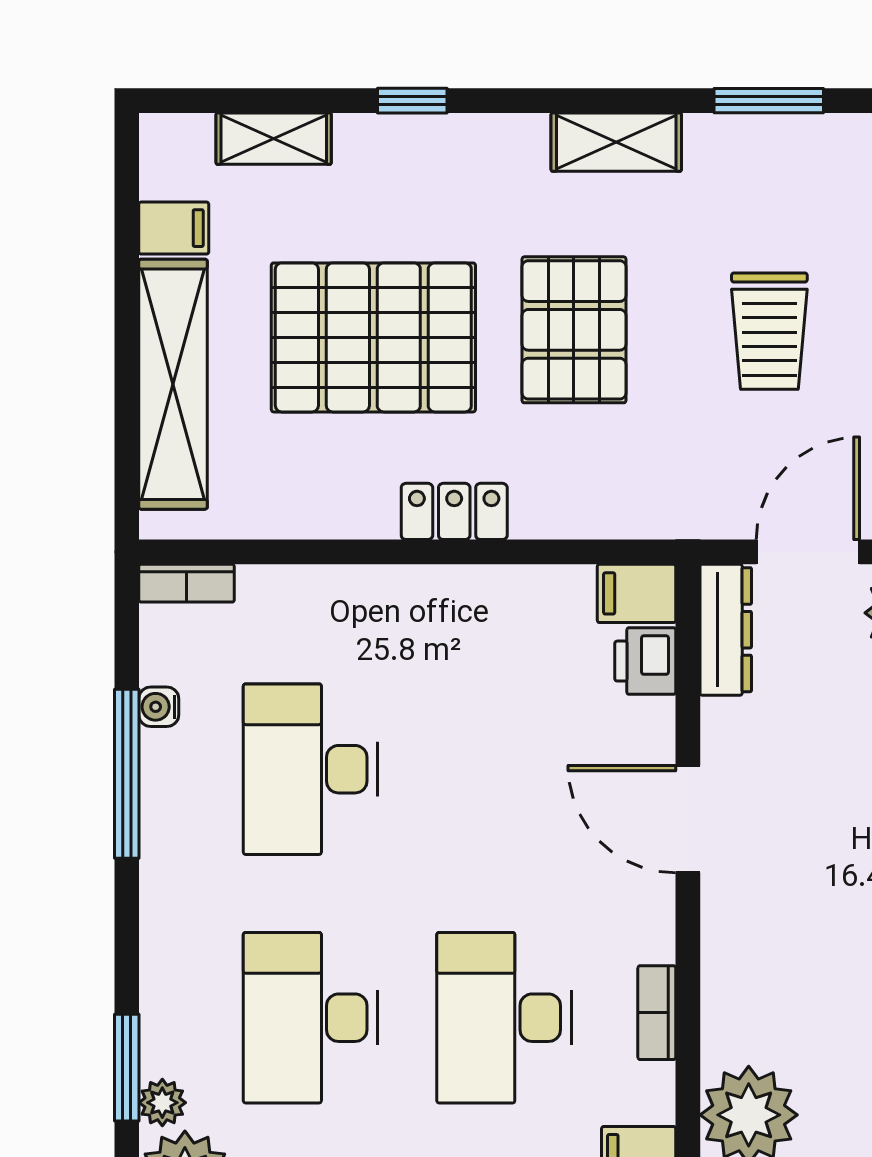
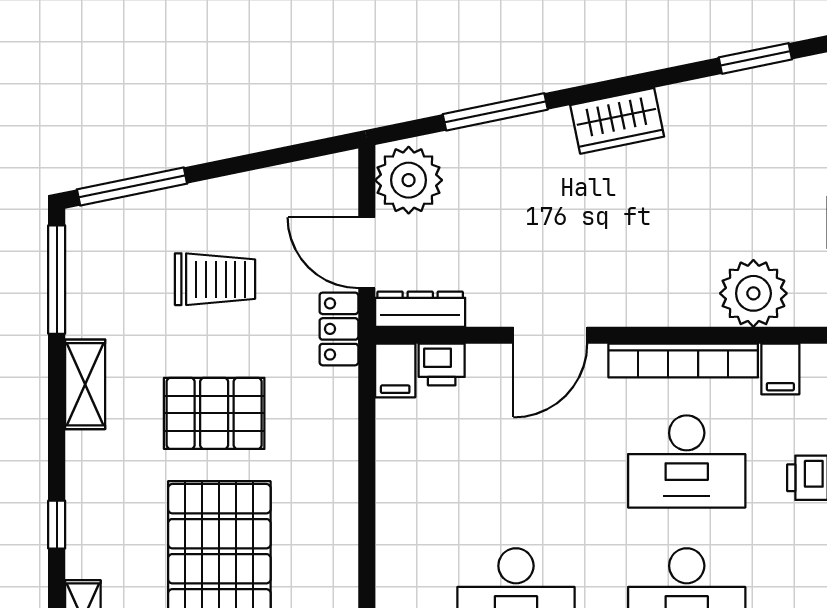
window: (769, 101) -> (57, 280), width x1.44
locker: (454, 511) -> (339, 329), moved
bookcase: (657, 1013) -> (683, 361), width x2.31, depth x1.31

